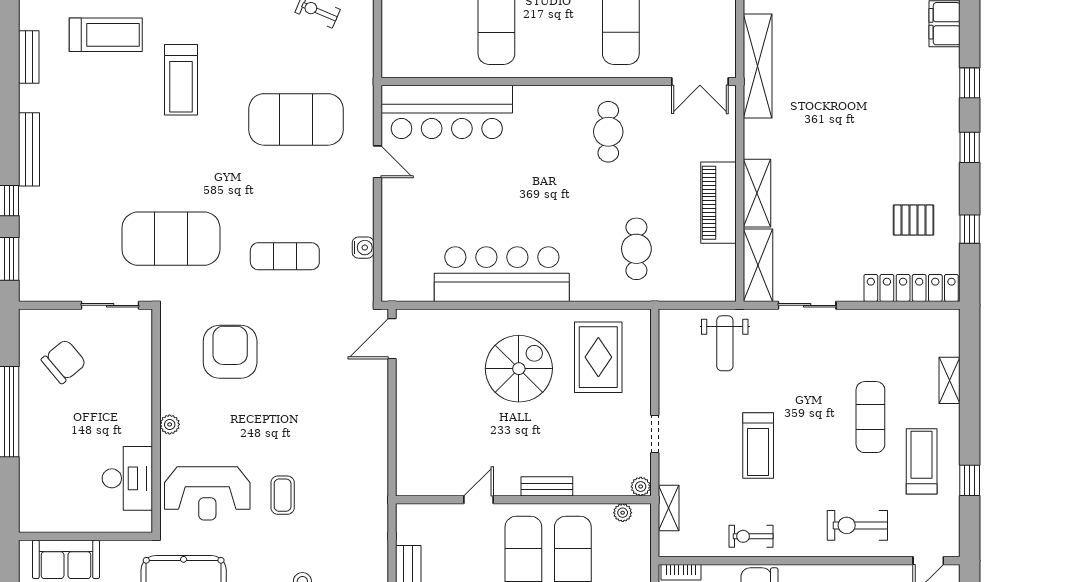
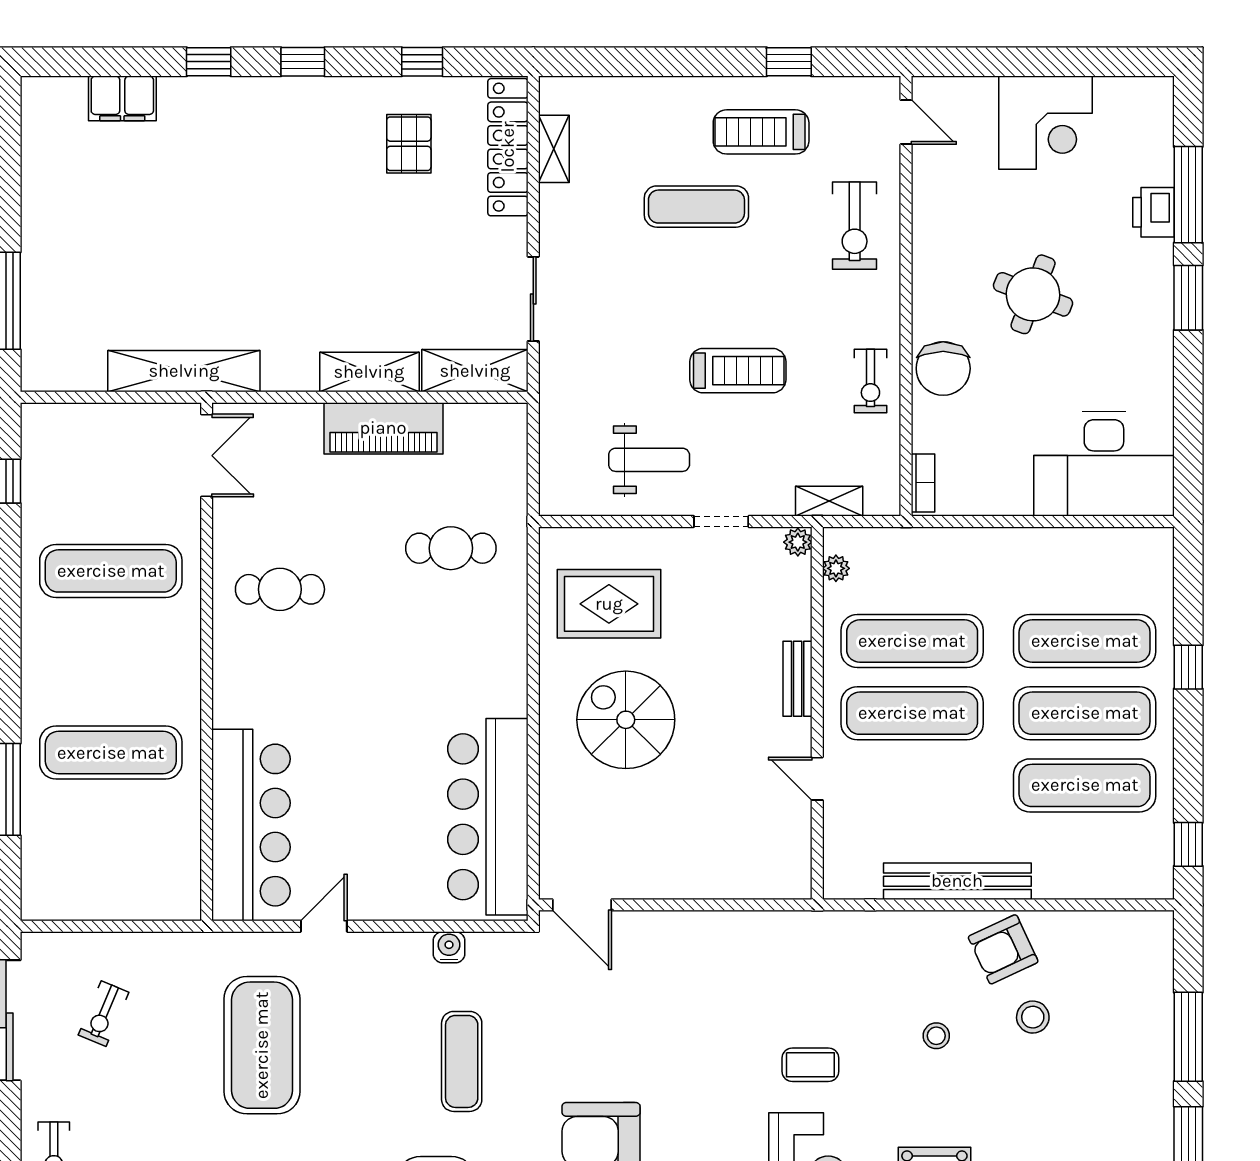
bar counter: (502, 274) -> (488, 817), moved
weight bench: (725, 343) -> (649, 460), moved
shelving: (949, 380) -> (554, 149), moved, turned 90

